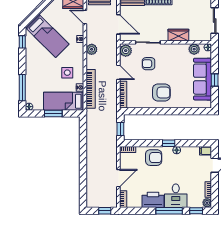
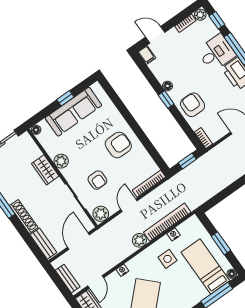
plant: (92, 49) -> (139, 240), moved
plant: (194, 49) -> (61, 161), moved
armchair: (161, 93) -> (118, 145), turned 90
bed: (64, 101) -> (205, 266), moved, turned 180

